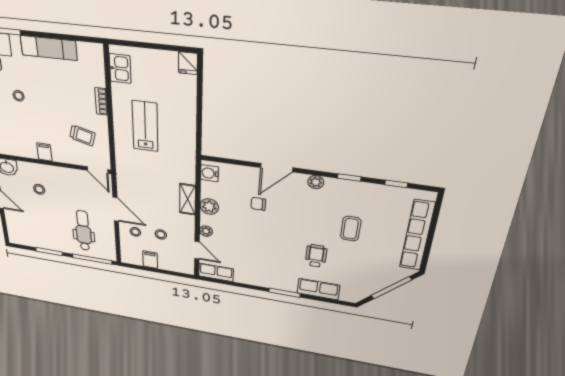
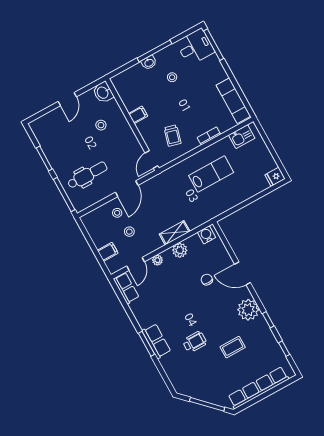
exam couch: (49, 48) -> (233, 101), moved
plant: (316, 182) -> (248, 310), width x1.88, depth x1.88
filing cabinet: (150, 260) -> (108, 252), moved
row of seats: (318, 289) -> (156, 341), moved

